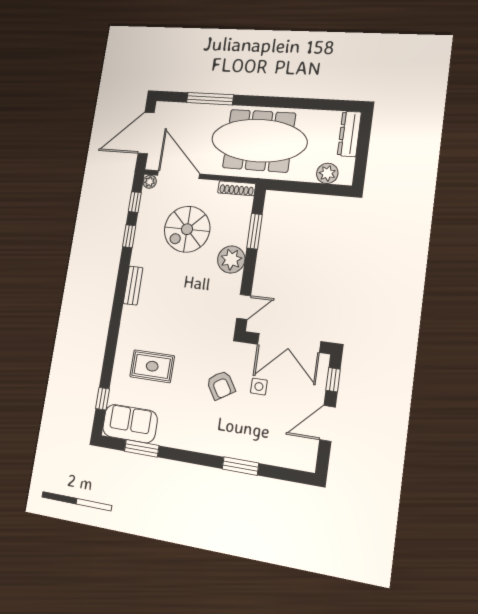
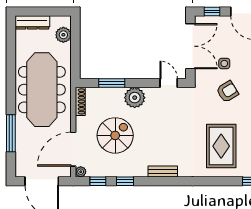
spiral stairs: (187, 229) -> (115, 135), turned -90
rug: (152, 366) -> (221, 146), width x1.36, depth x1.43

